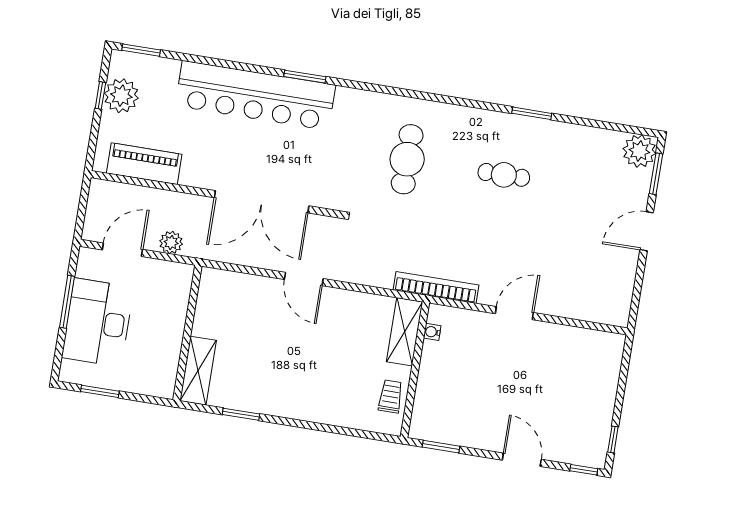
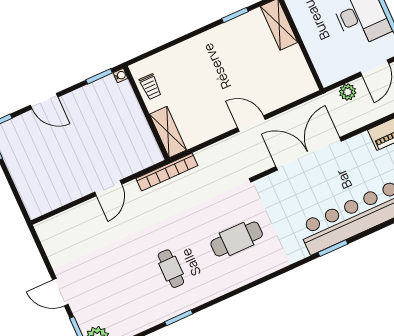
cafe table: (407, 159) -> (237, 239), turned 90
cafe table: (504, 175) -> (171, 269), turned 90
door: (647, 231) -> (60, 292), swing flipped
water cooler: (432, 332) -> (121, 76), moved

